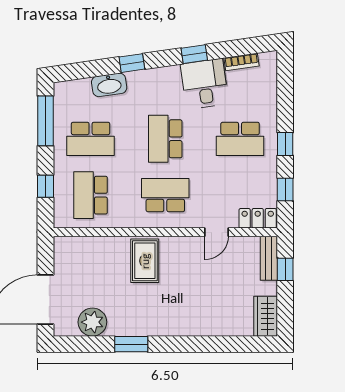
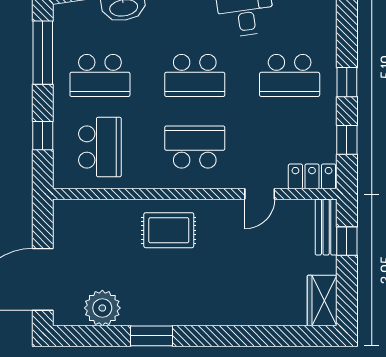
school desk: (165, 139) -> (195, 76), turned -90
school desk: (91, 195) -> (100, 147), turned 180
rug: (145, 261) -> (169, 230), turned 90

